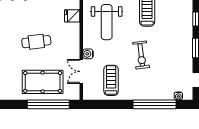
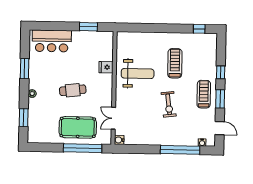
weight bench: (107, 22) -> (138, 74), turned -90
water cooler: (88, 54) -> (119, 140), moved
treadmill: (111, 80) -> (204, 94), moved

